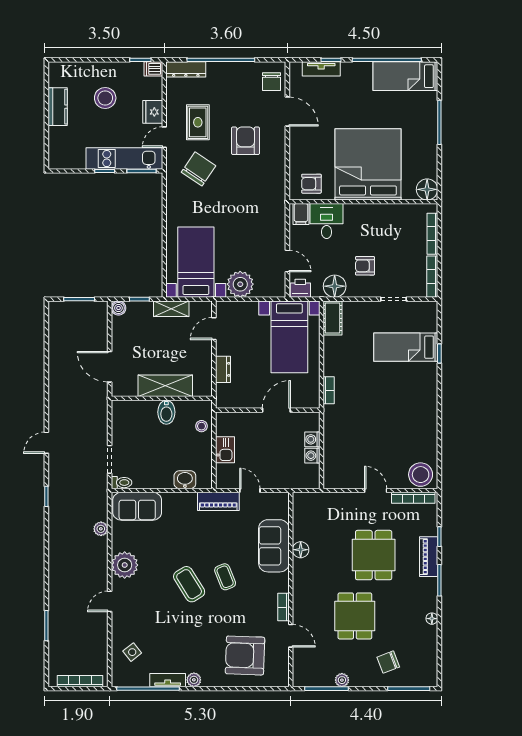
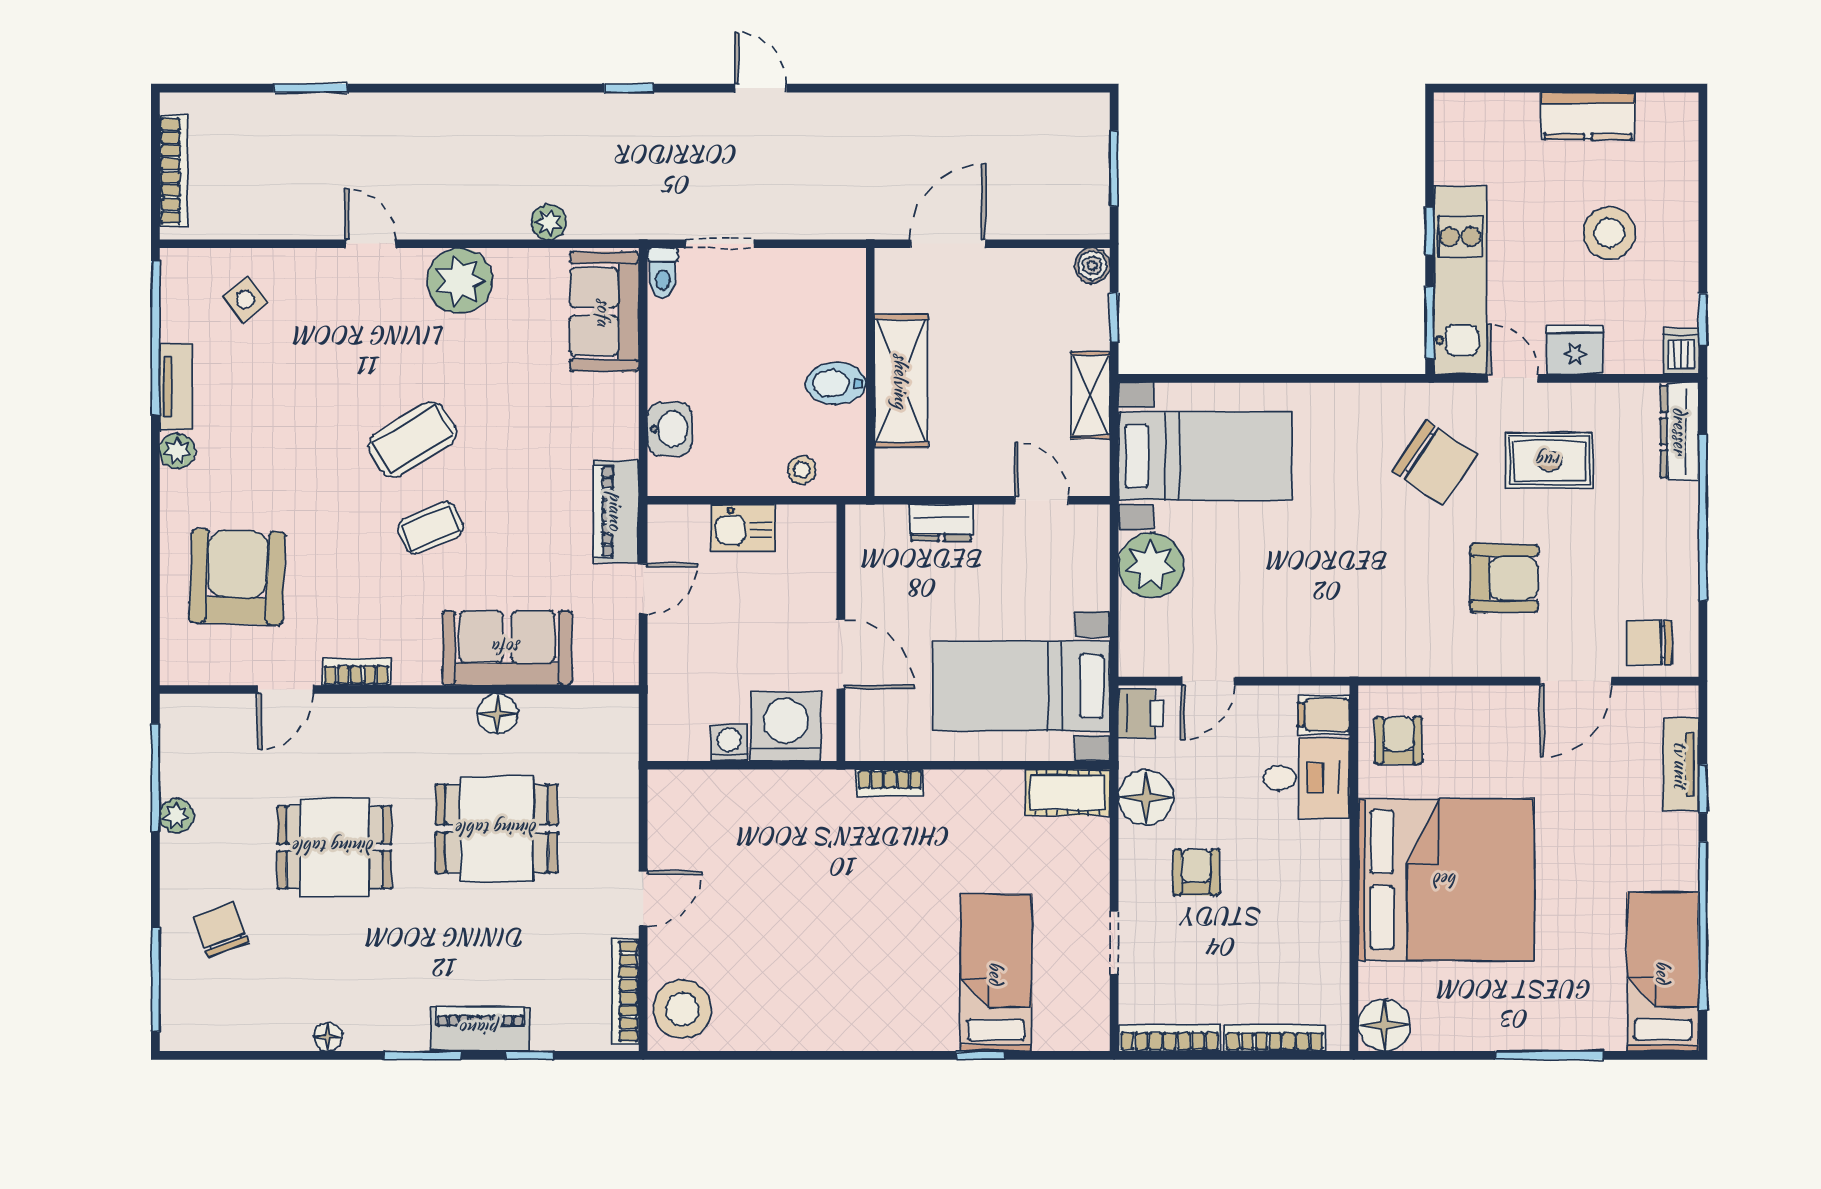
washing machine: (312, 439) -> (785, 726), width x1.89, depth x1.89
dining table: (374, 555) -> (497, 829), moved

